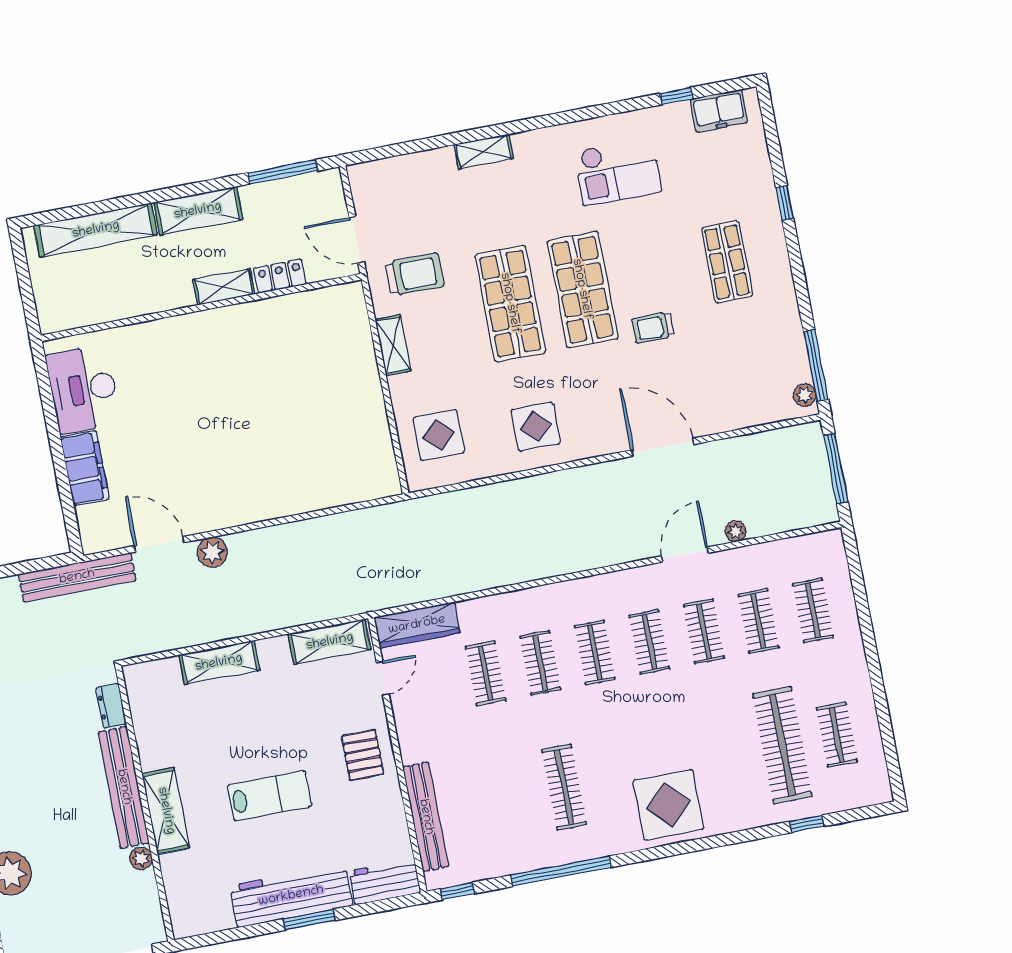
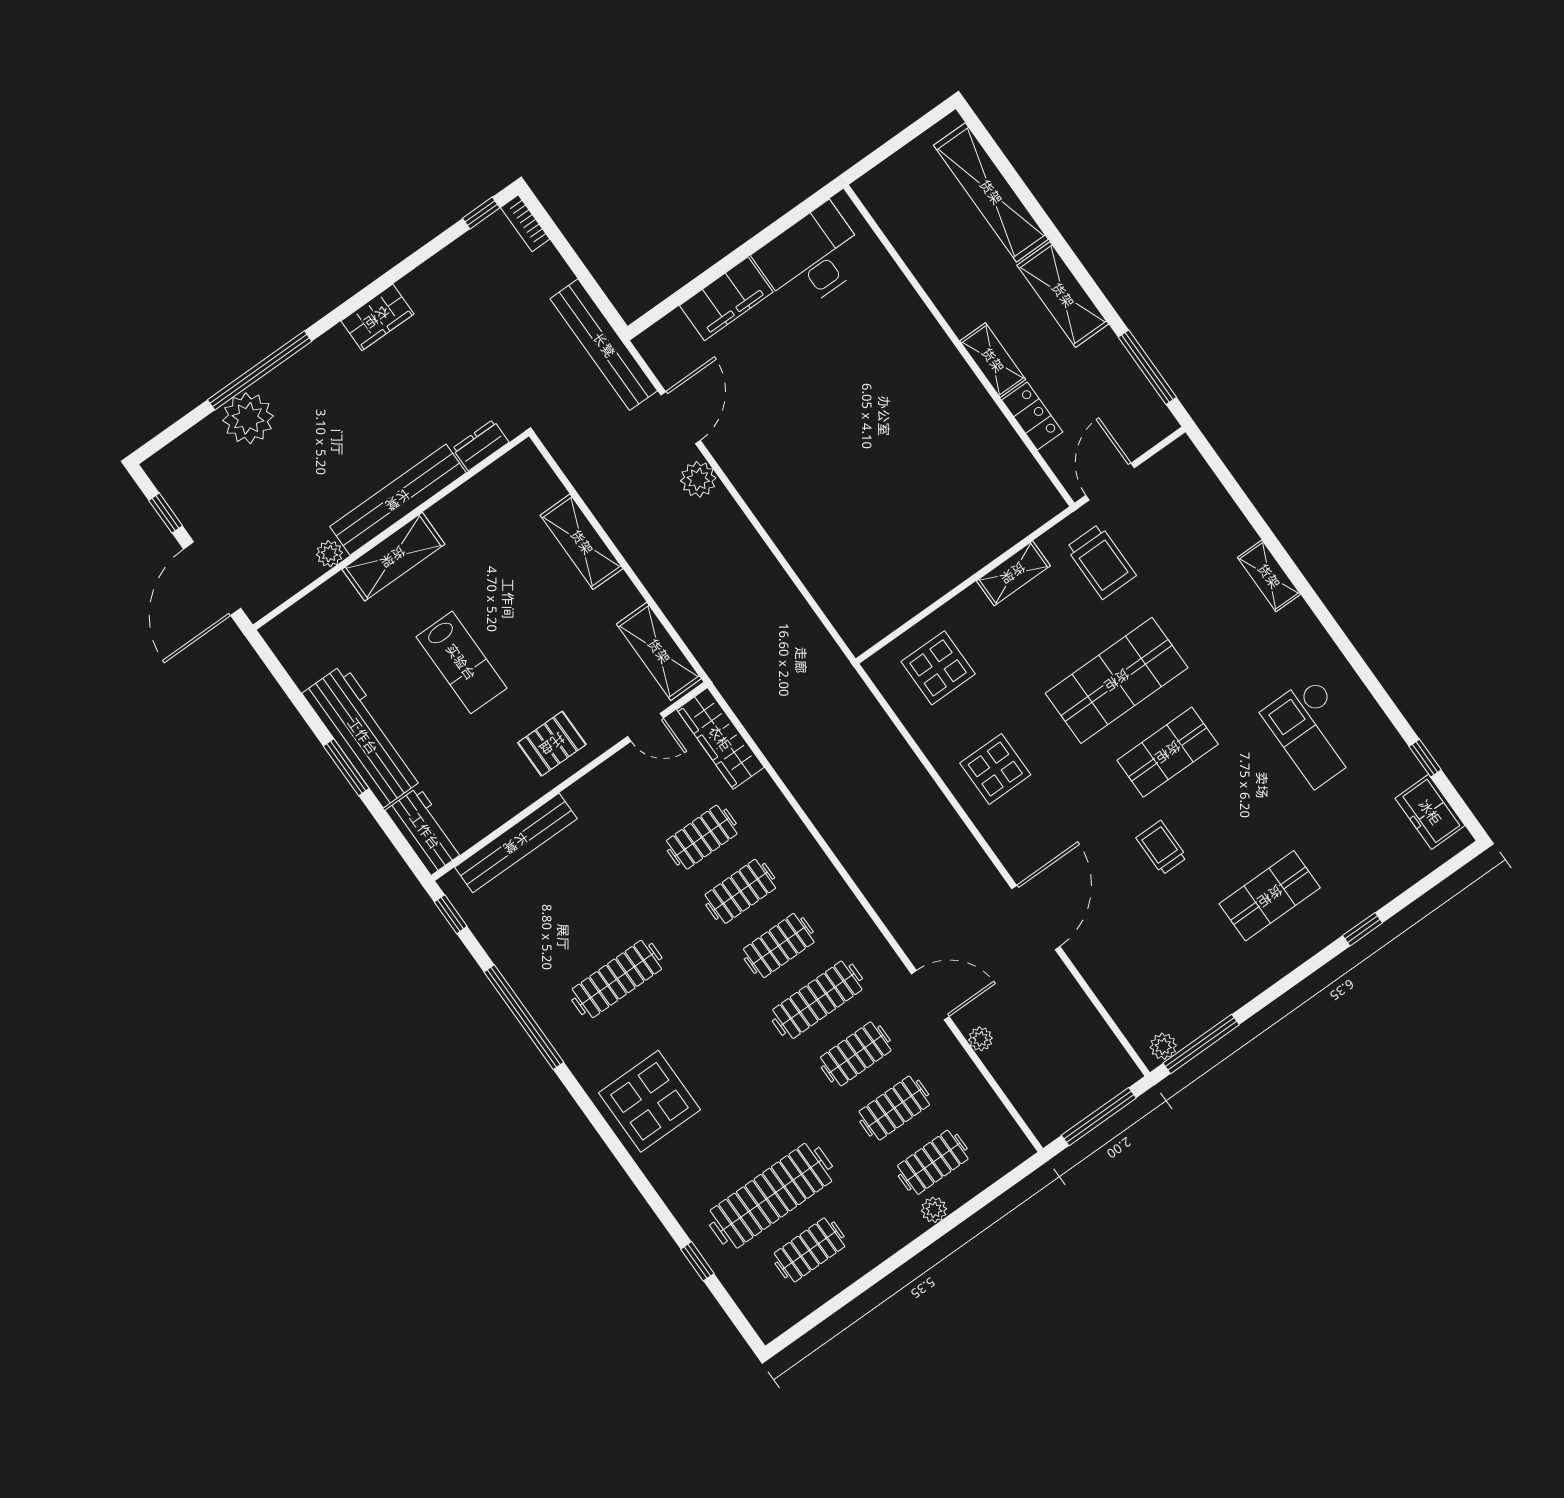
shop shelf: (582, 290) -> (1168, 752), width x0.70, depth x0.74
plant: (849, 626) -> (934, 1210), added
clothes rail: (649, 642) -> (817, 1000), width x1.36

